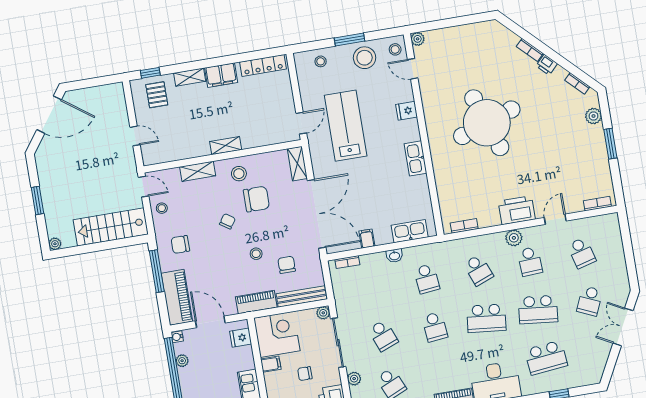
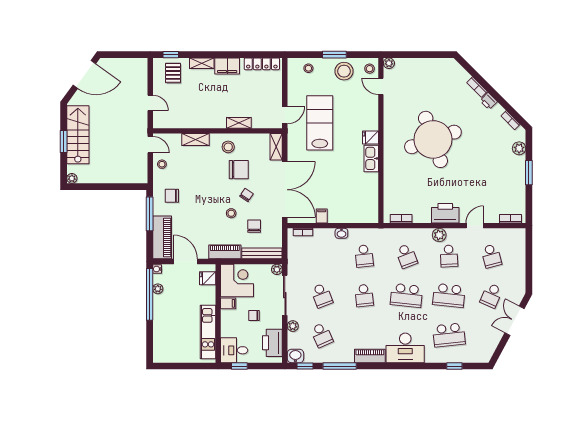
fridge: (407, 111) -> (370, 137), moved
shelving: (226, 146) -> (239, 123), moved
chair: (227, 221) -> (246, 195), moved
stairs: (111, 227) -> (78, 135), moved, turned 90
kitchen sink: (410, 231) -> (357, 216), removed

